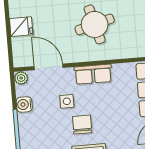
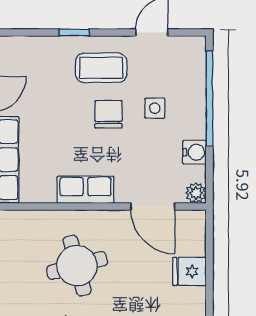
side table: (67, 101) -> (155, 108), moved
chair: (82, 125) -> (108, 114), turned 180

